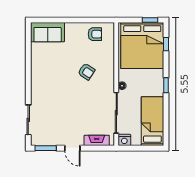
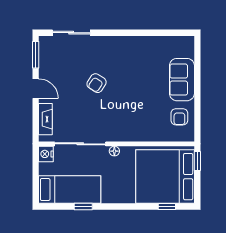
window: (150, 20) -> (197, 161), moved
sofa: (48, 32) -> (182, 80), moved
armchair: (86, 72) -> (97, 83), moved
window: (166, 85) -> (83, 206), moved
door: (72, 148) -> (36, 89), swing flipped

